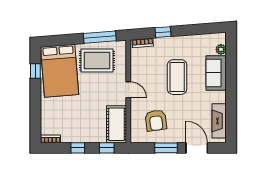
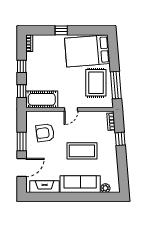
window: (35, 71) -> (61, 30), moved
sofa: (216, 73) -> (80, 184), width x1.36

